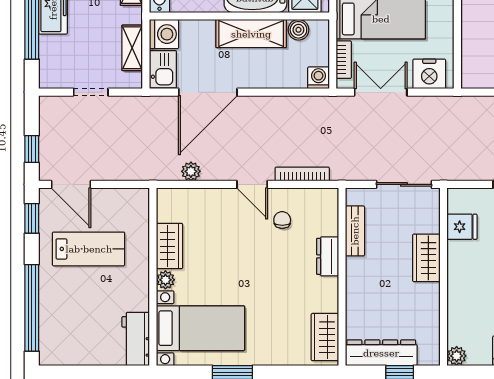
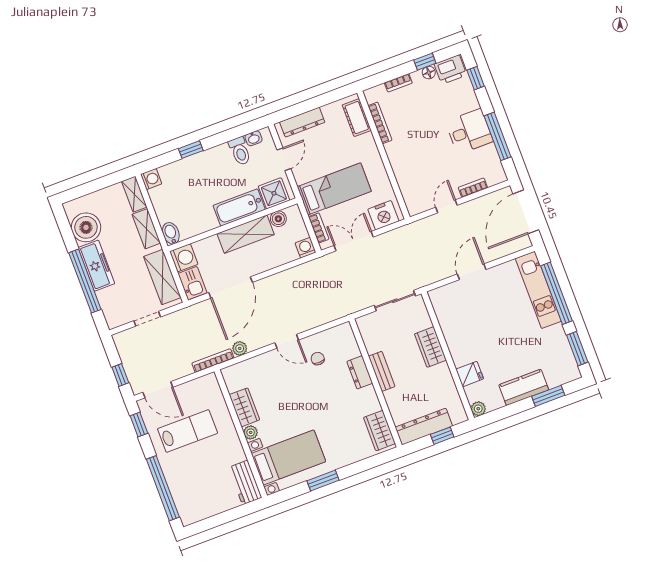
shelving: (132, 48) -> (162, 277), width x1.50, depth x1.33
bookcase: (302, 174) -> (213, 361), moved
fridge: (462, 227) -> (470, 374), moved
bench: (355, 231) -> (382, 371), moved

